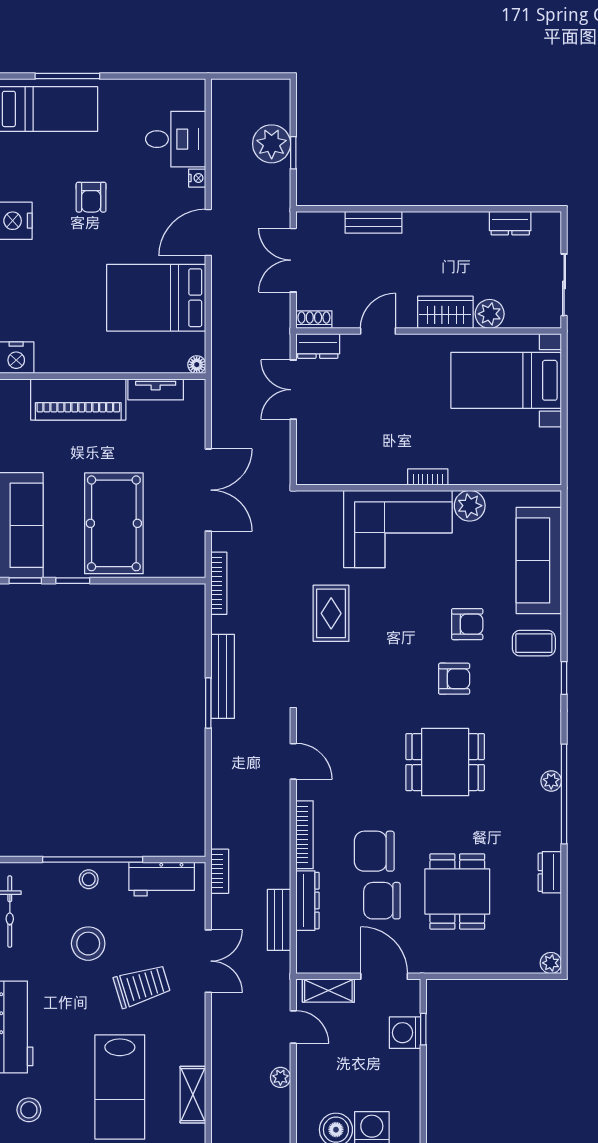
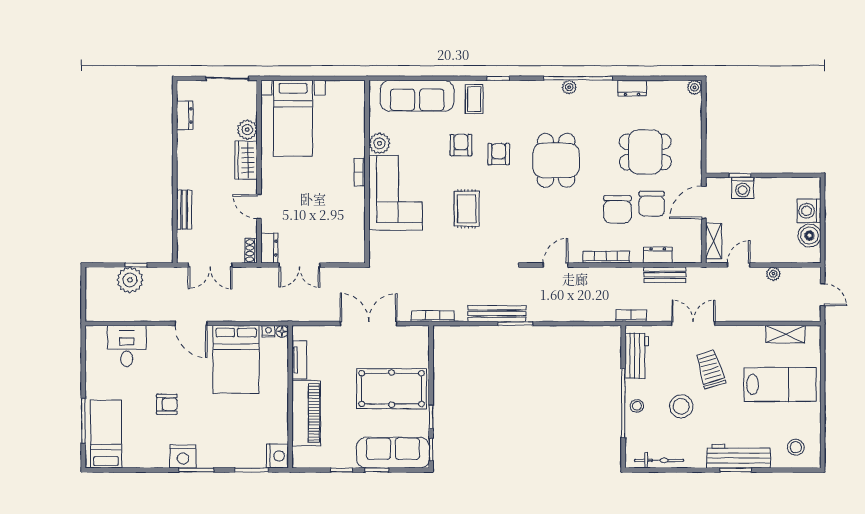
nightstand: (197, 178) -> (268, 331), moved
rug: (331, 613) -> (467, 209), moved, turned 90
dresser: (308, 901) -> (658, 255), width x0.70

